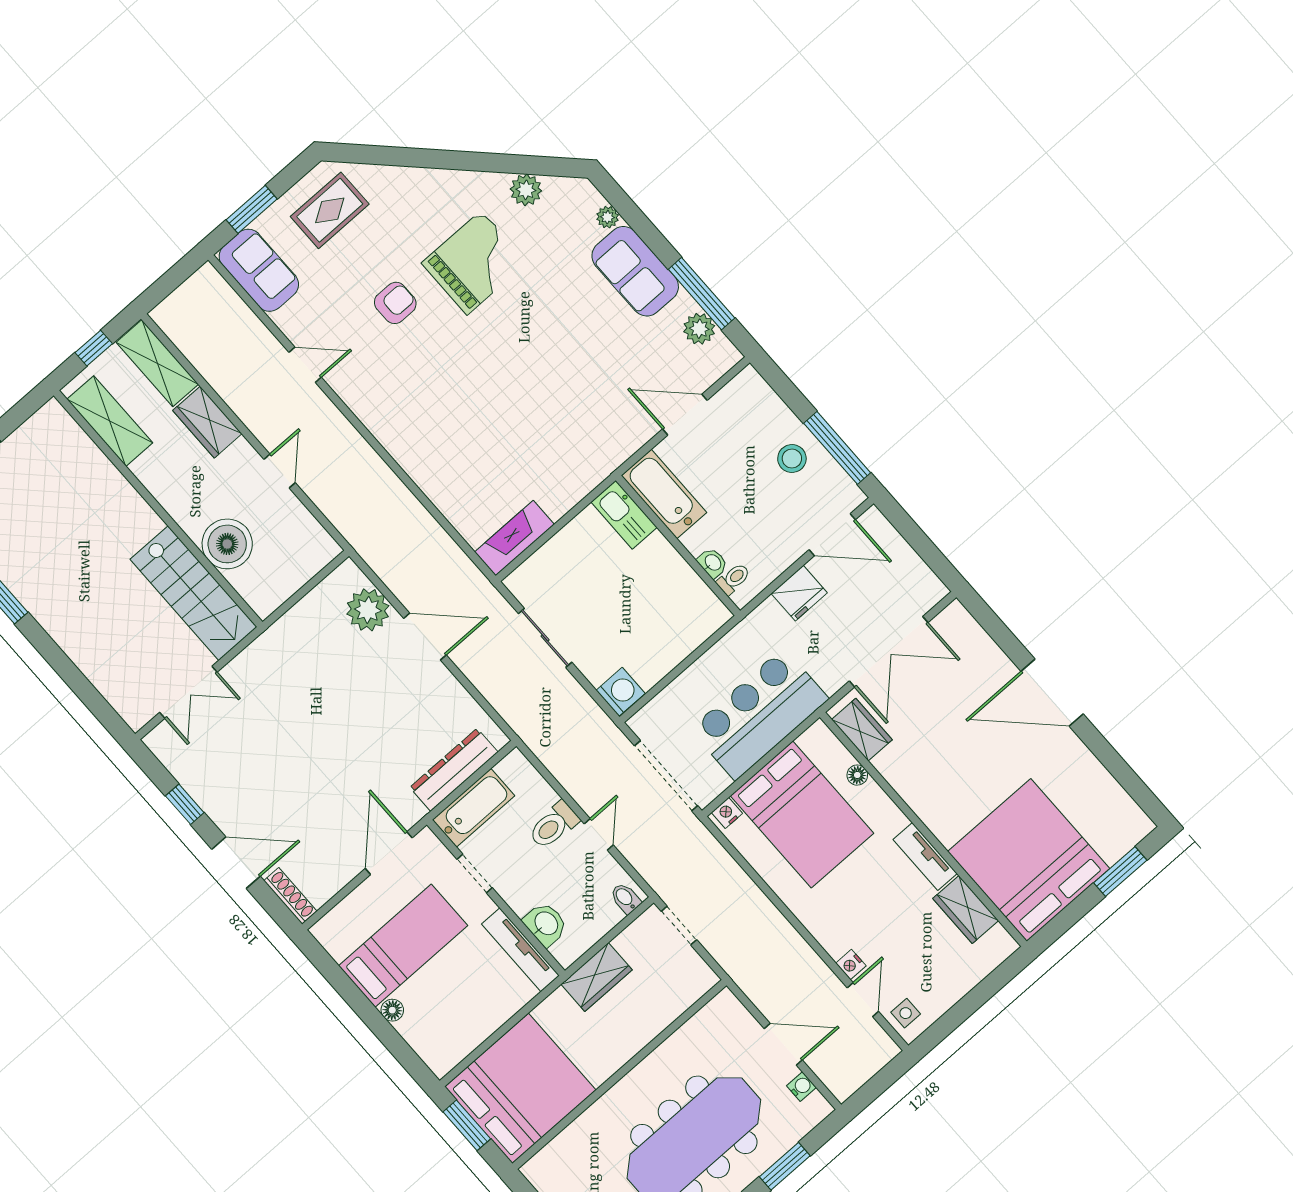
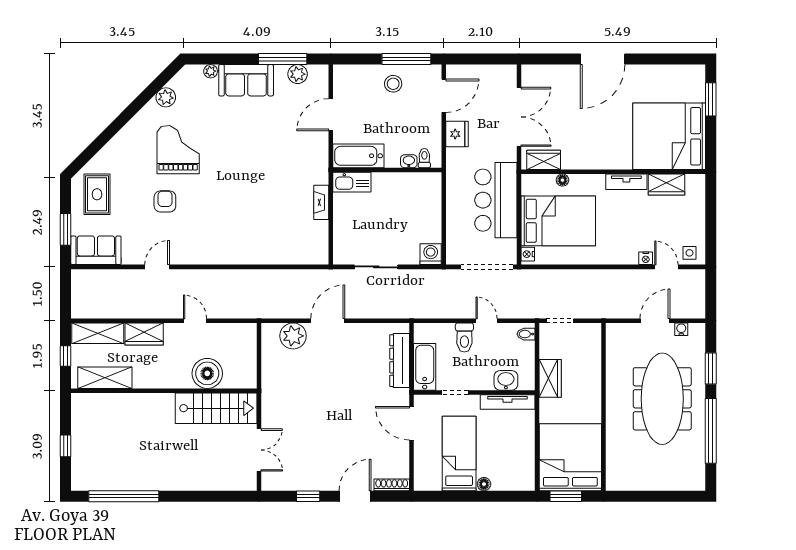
fireplace: (514, 538) -> (321, 202), moved, width x0.73, depth x0.76

